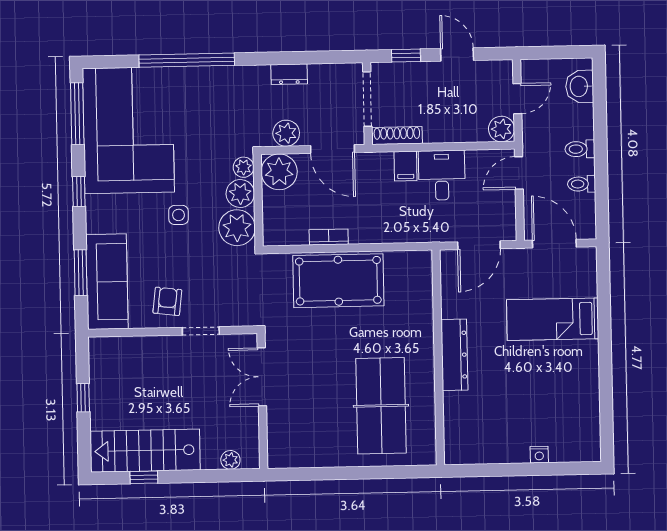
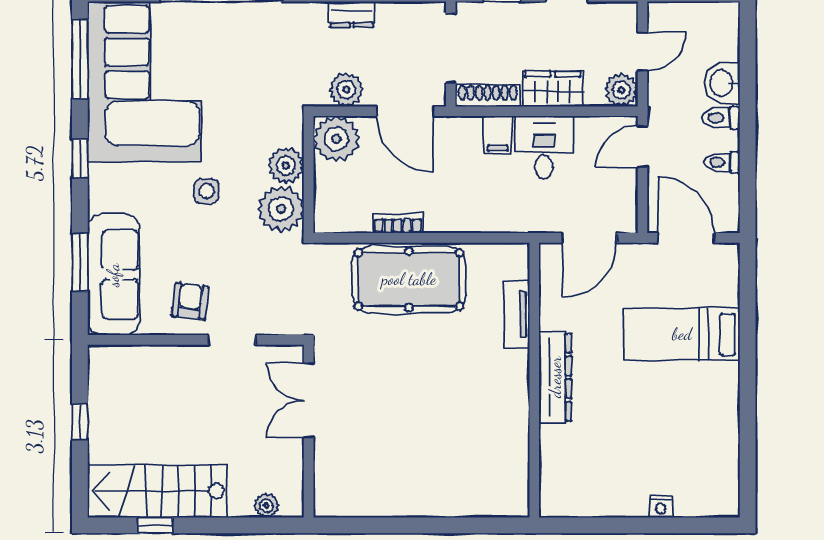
washbasin: (580, 86) -> (722, 83), moved
wardrobe: (448, 129) -> (553, 89), added
plant: (244, 167) -> (291, 132), removed
tv unit: (423, 306) -> (517, 314), added
table tennis table: (381, 406) -> (460, 440), removed

